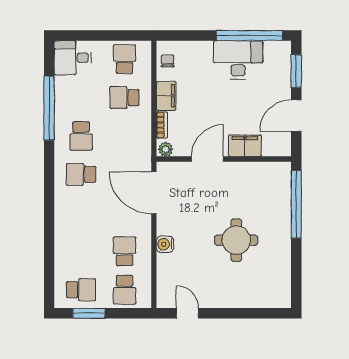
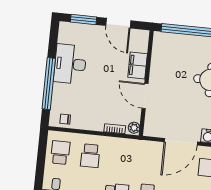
window: (250, 35) -> (49, 84), moved
school desk: (125, 59) -> (60, 153), turned 90
filing cabinet: (166, 96) -> (92, 123), removed
door: (154, 193) -> (181, 142), moved

